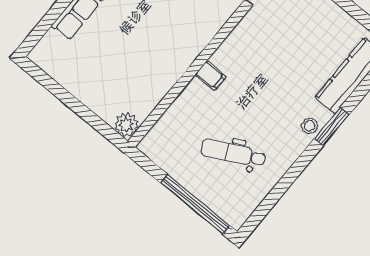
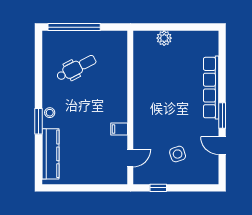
filing cabinet: (211, 76) -> (119, 129), moved
plant: (126, 125) -> (164, 38), moved

